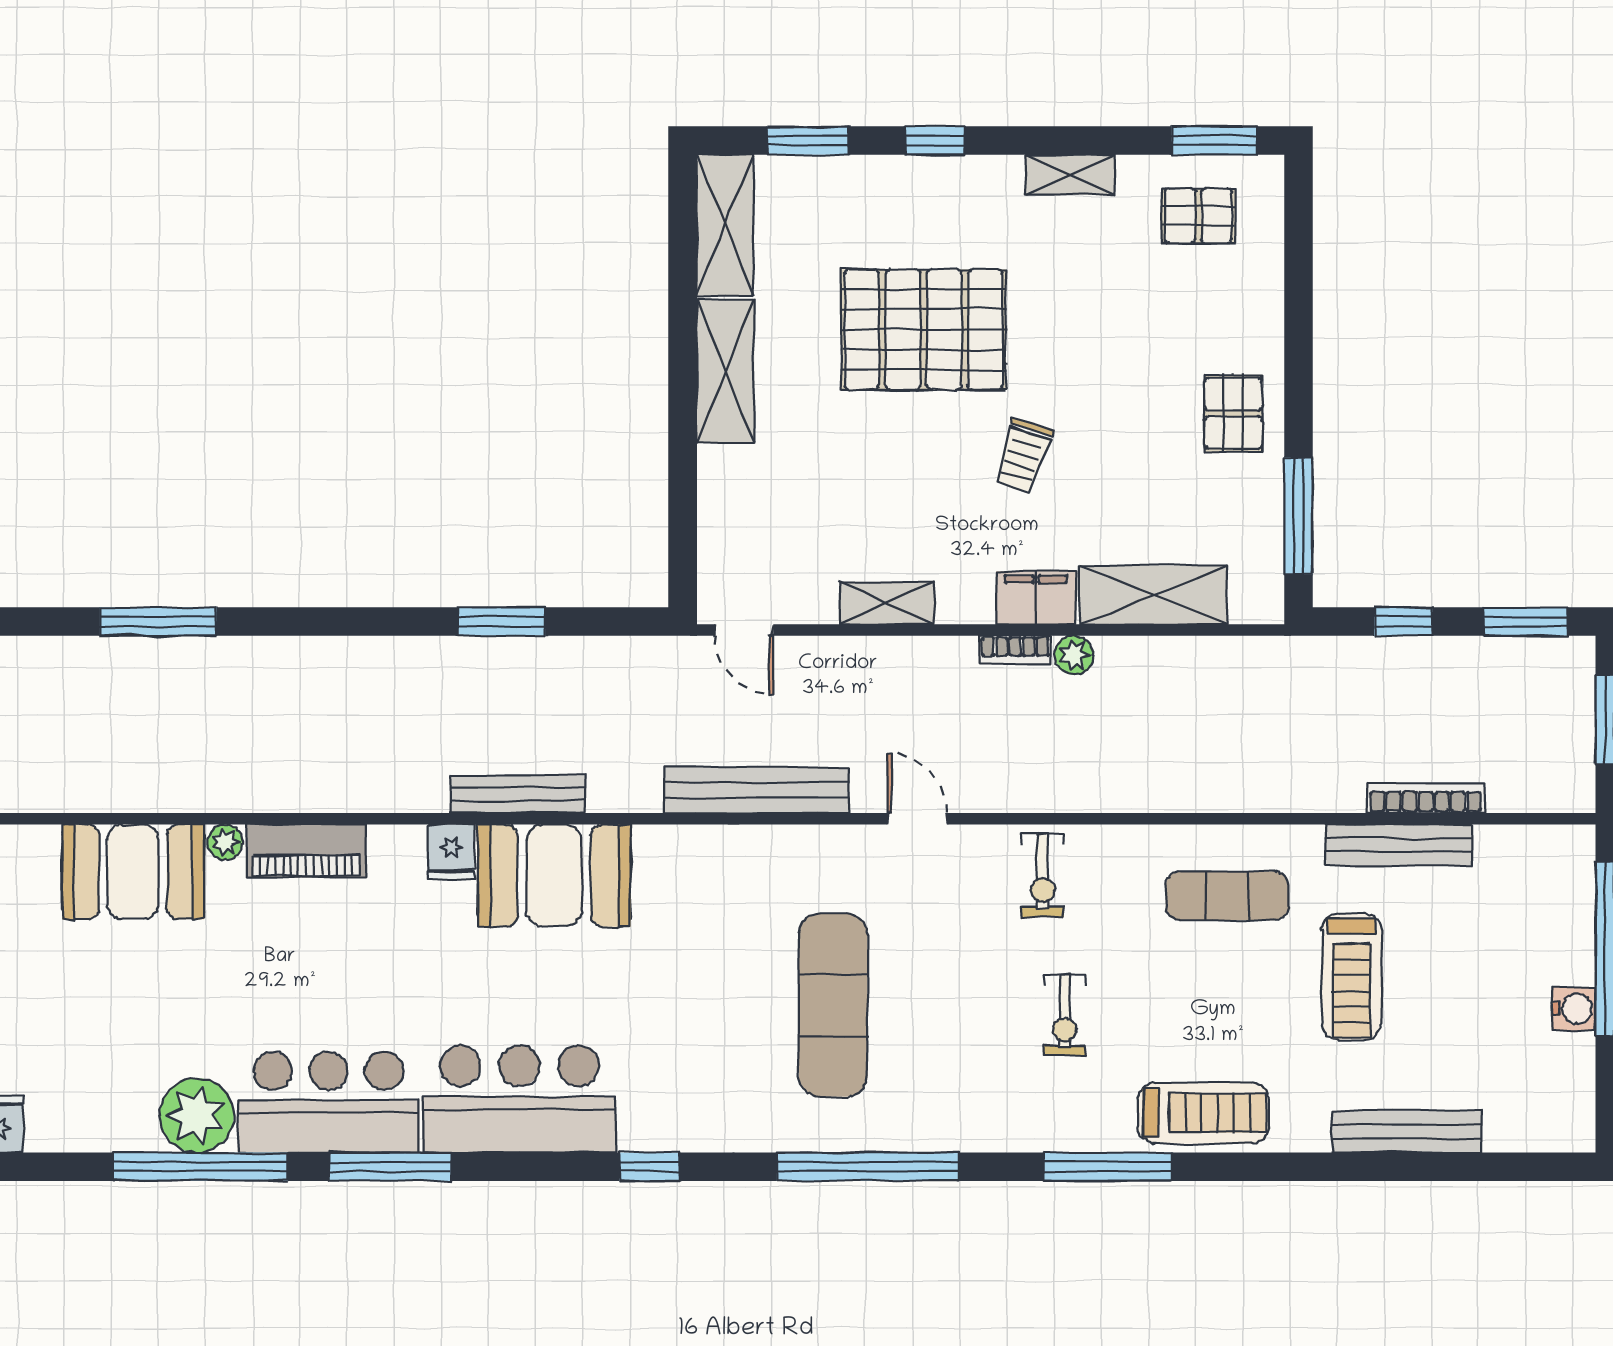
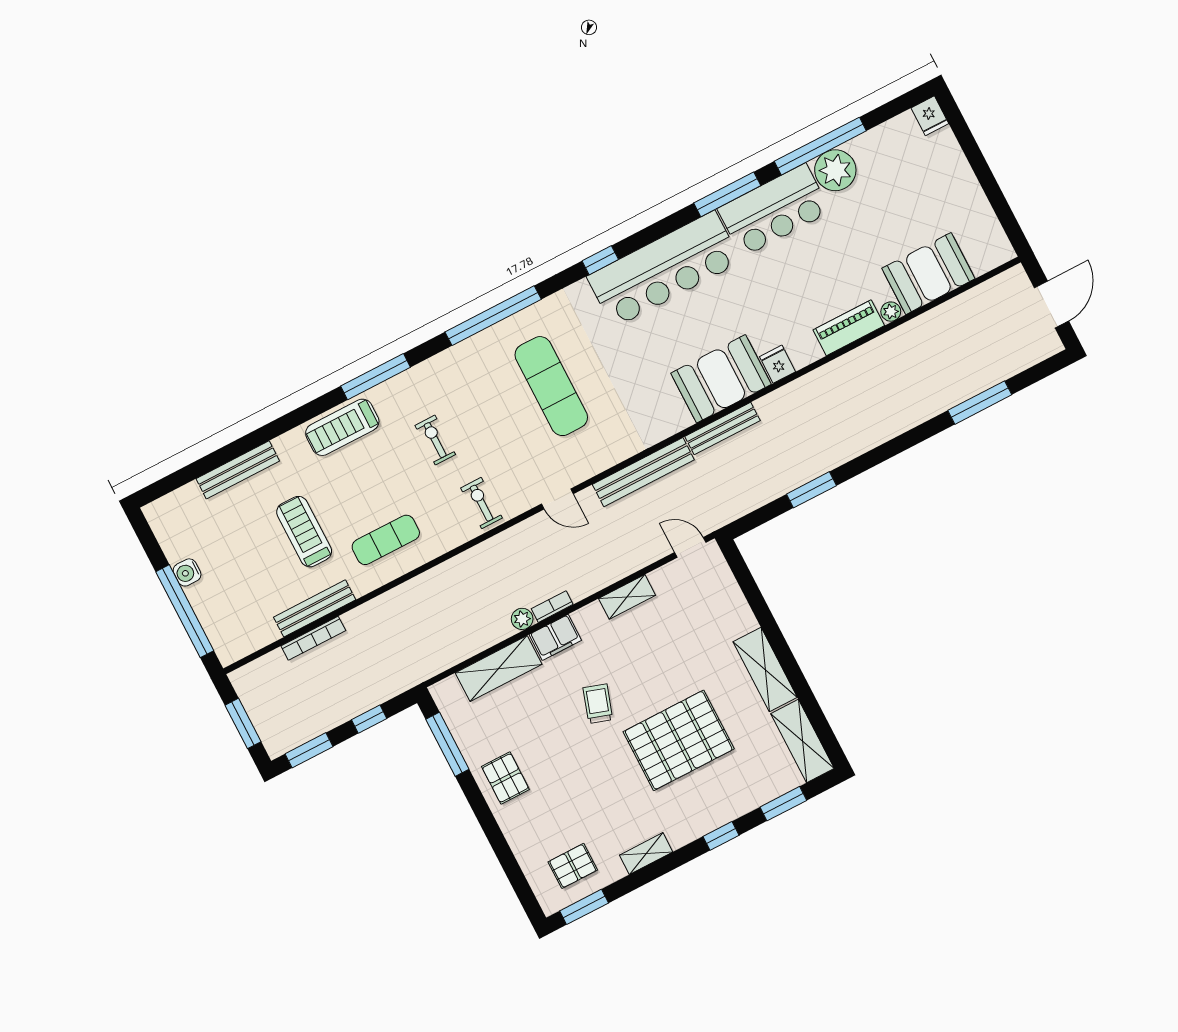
bench: (518, 794) -> (722, 429), moved
bar counter: (519, 1099) -> (664, 269), width x1.36

